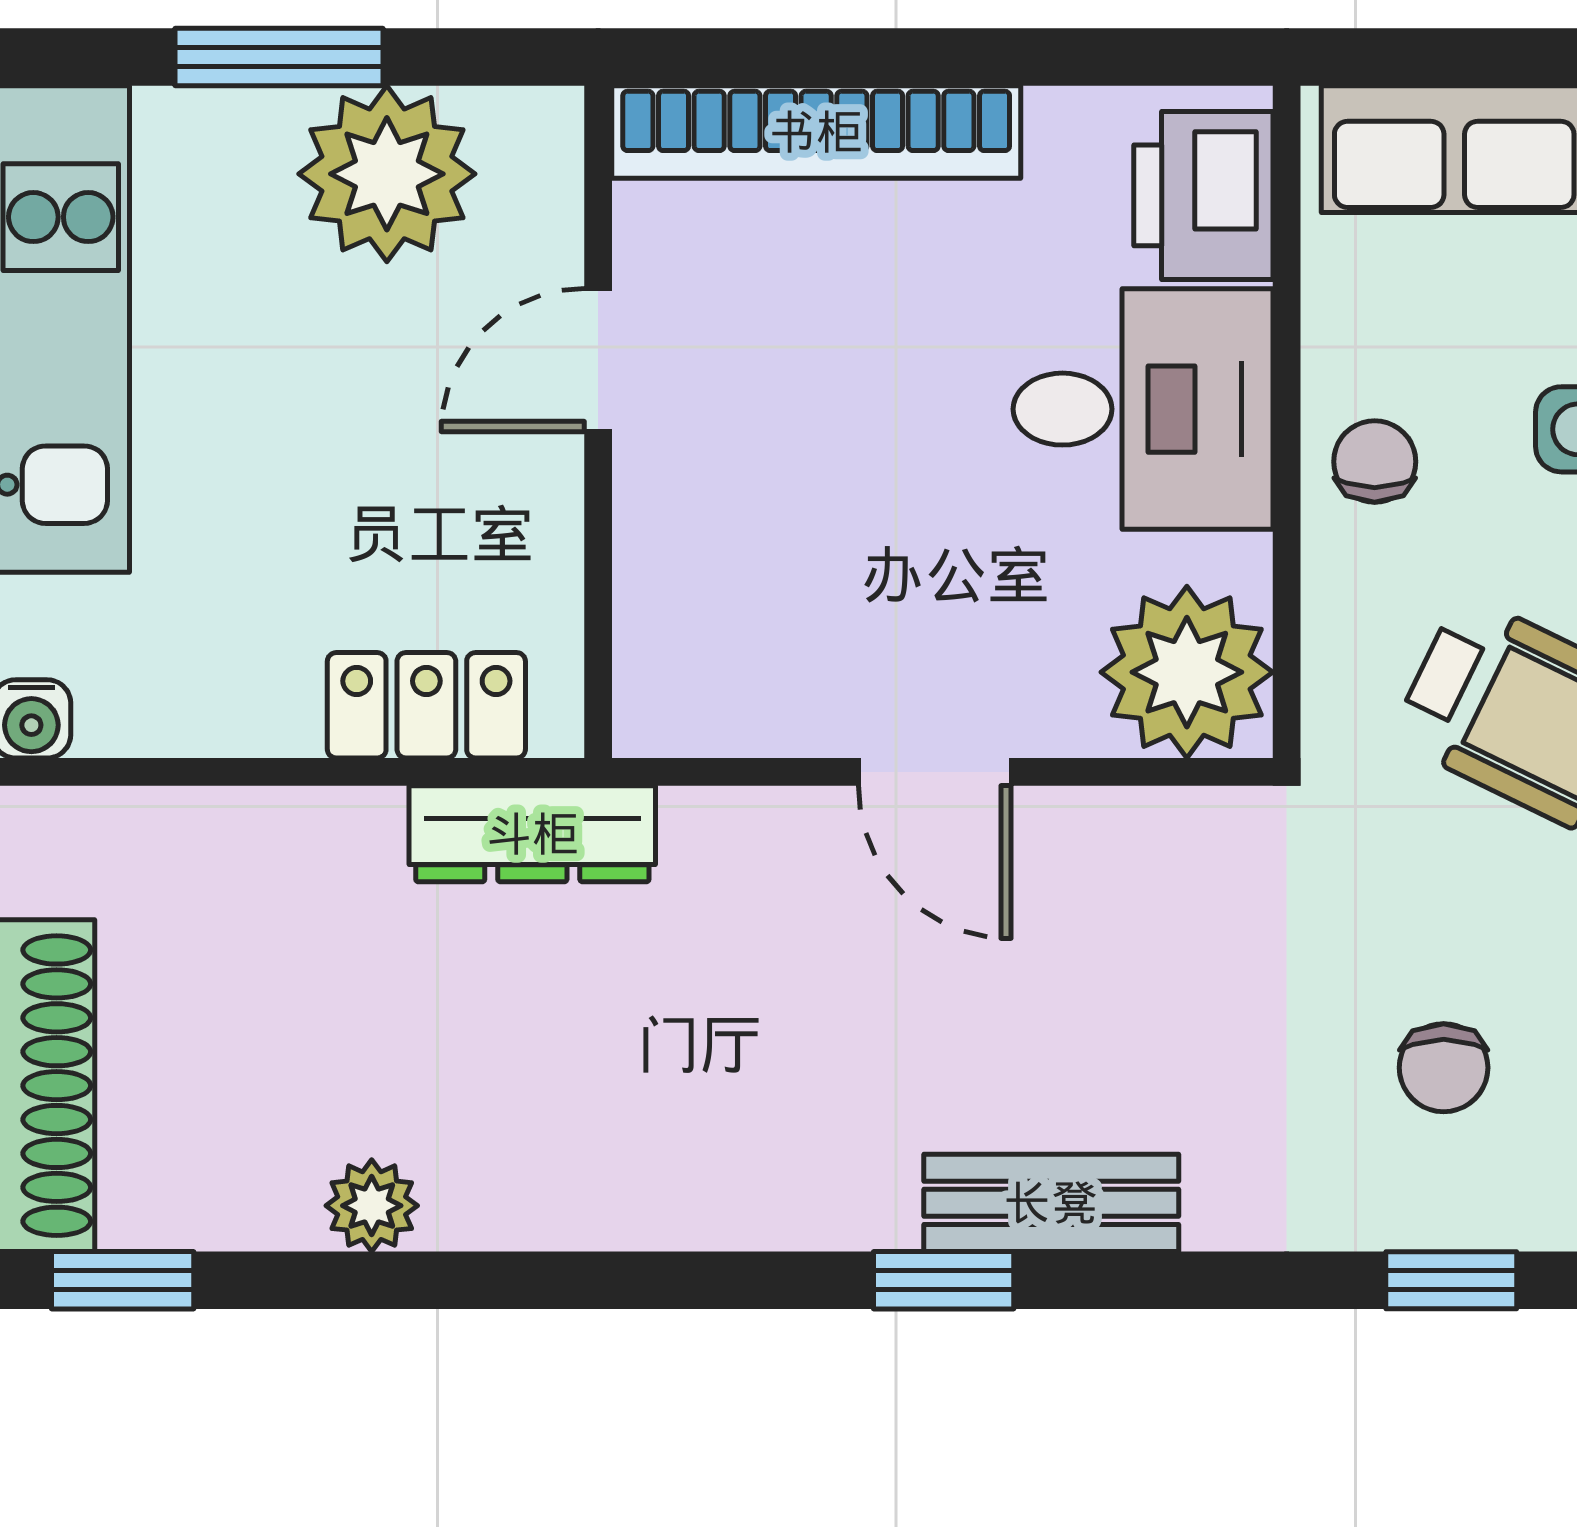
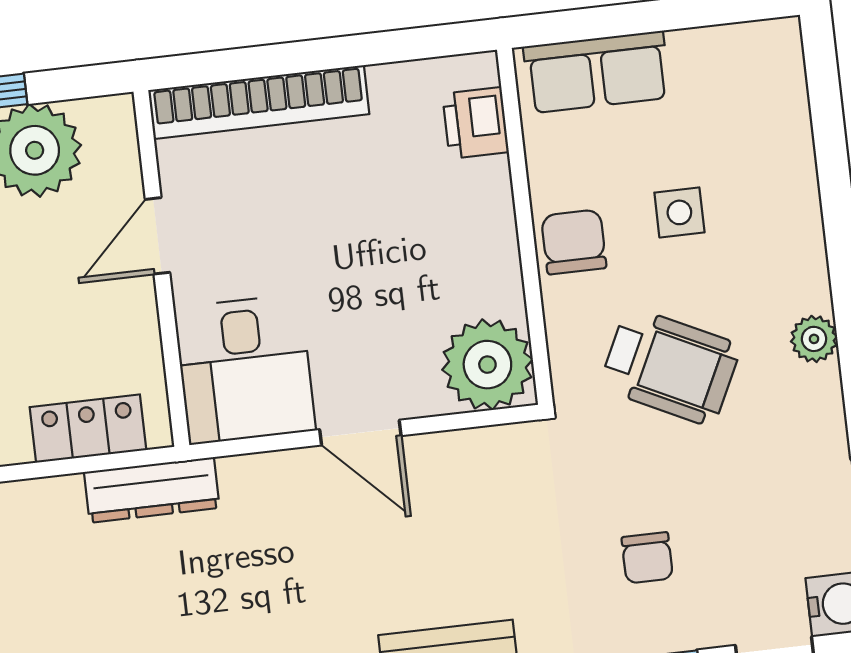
printer: (1203, 195) -> (476, 123), width x0.73, depth x0.81
desk: (1143, 409) -> (245, 369), moved, turned 90
chair: (1375, 462) -> (574, 242), width x1.37, depth x1.37

